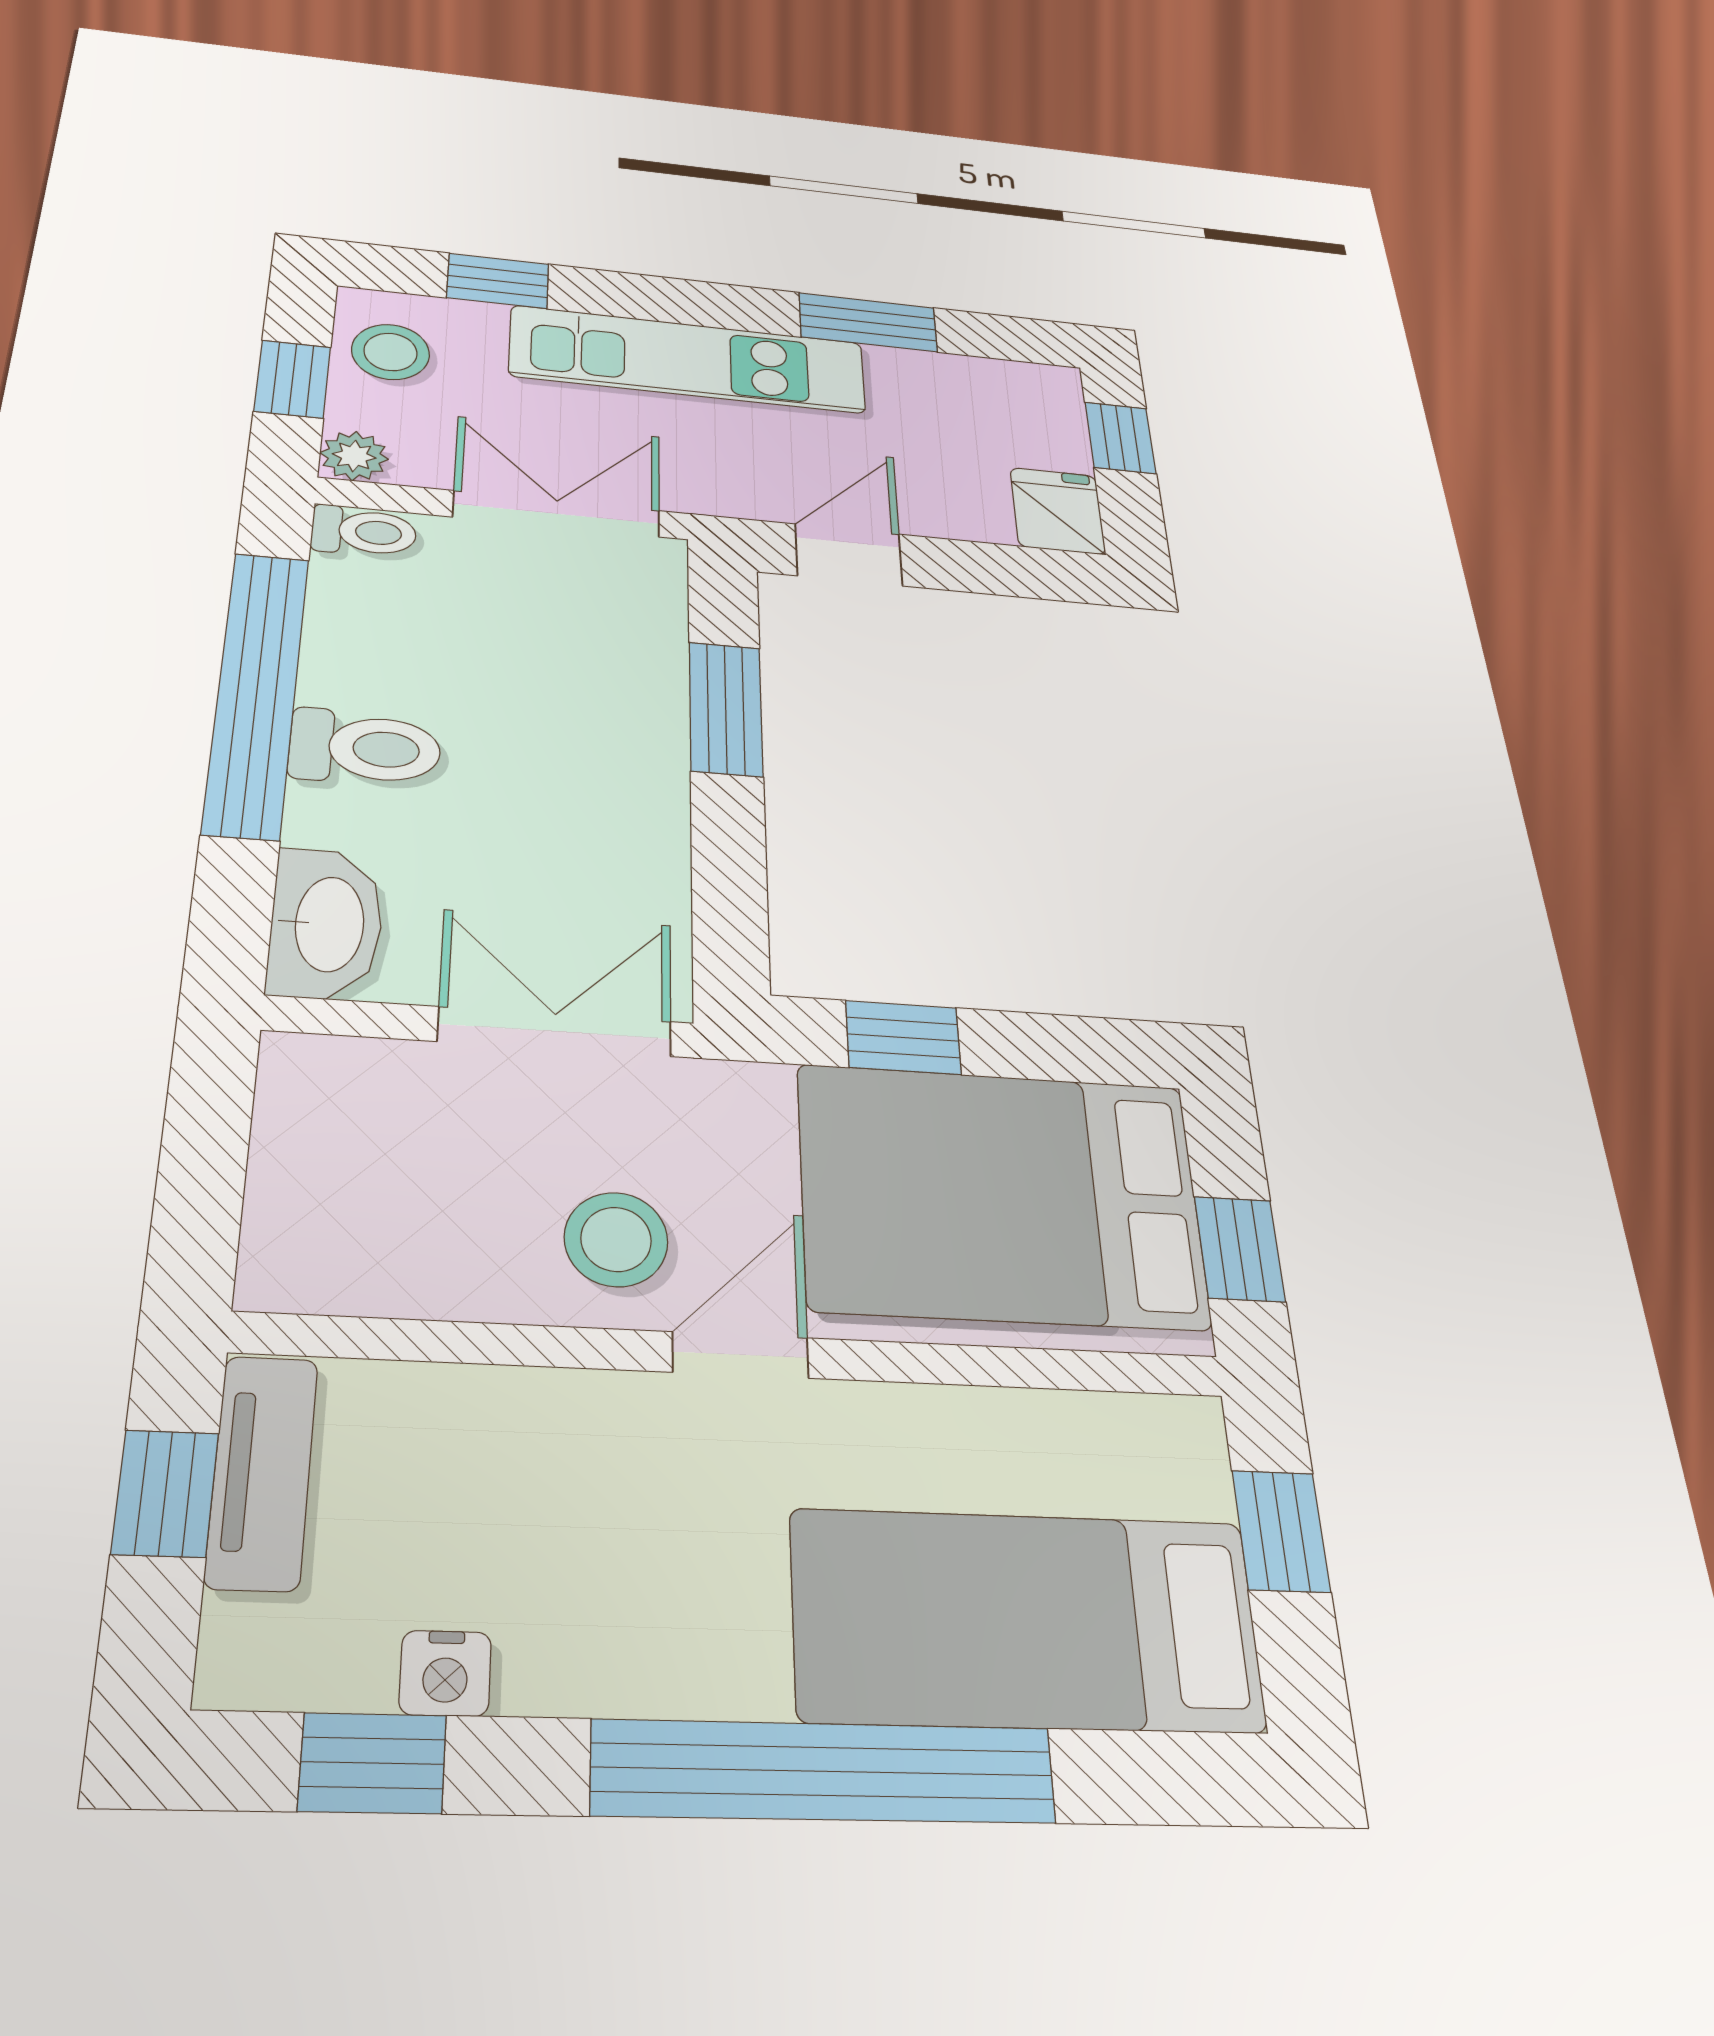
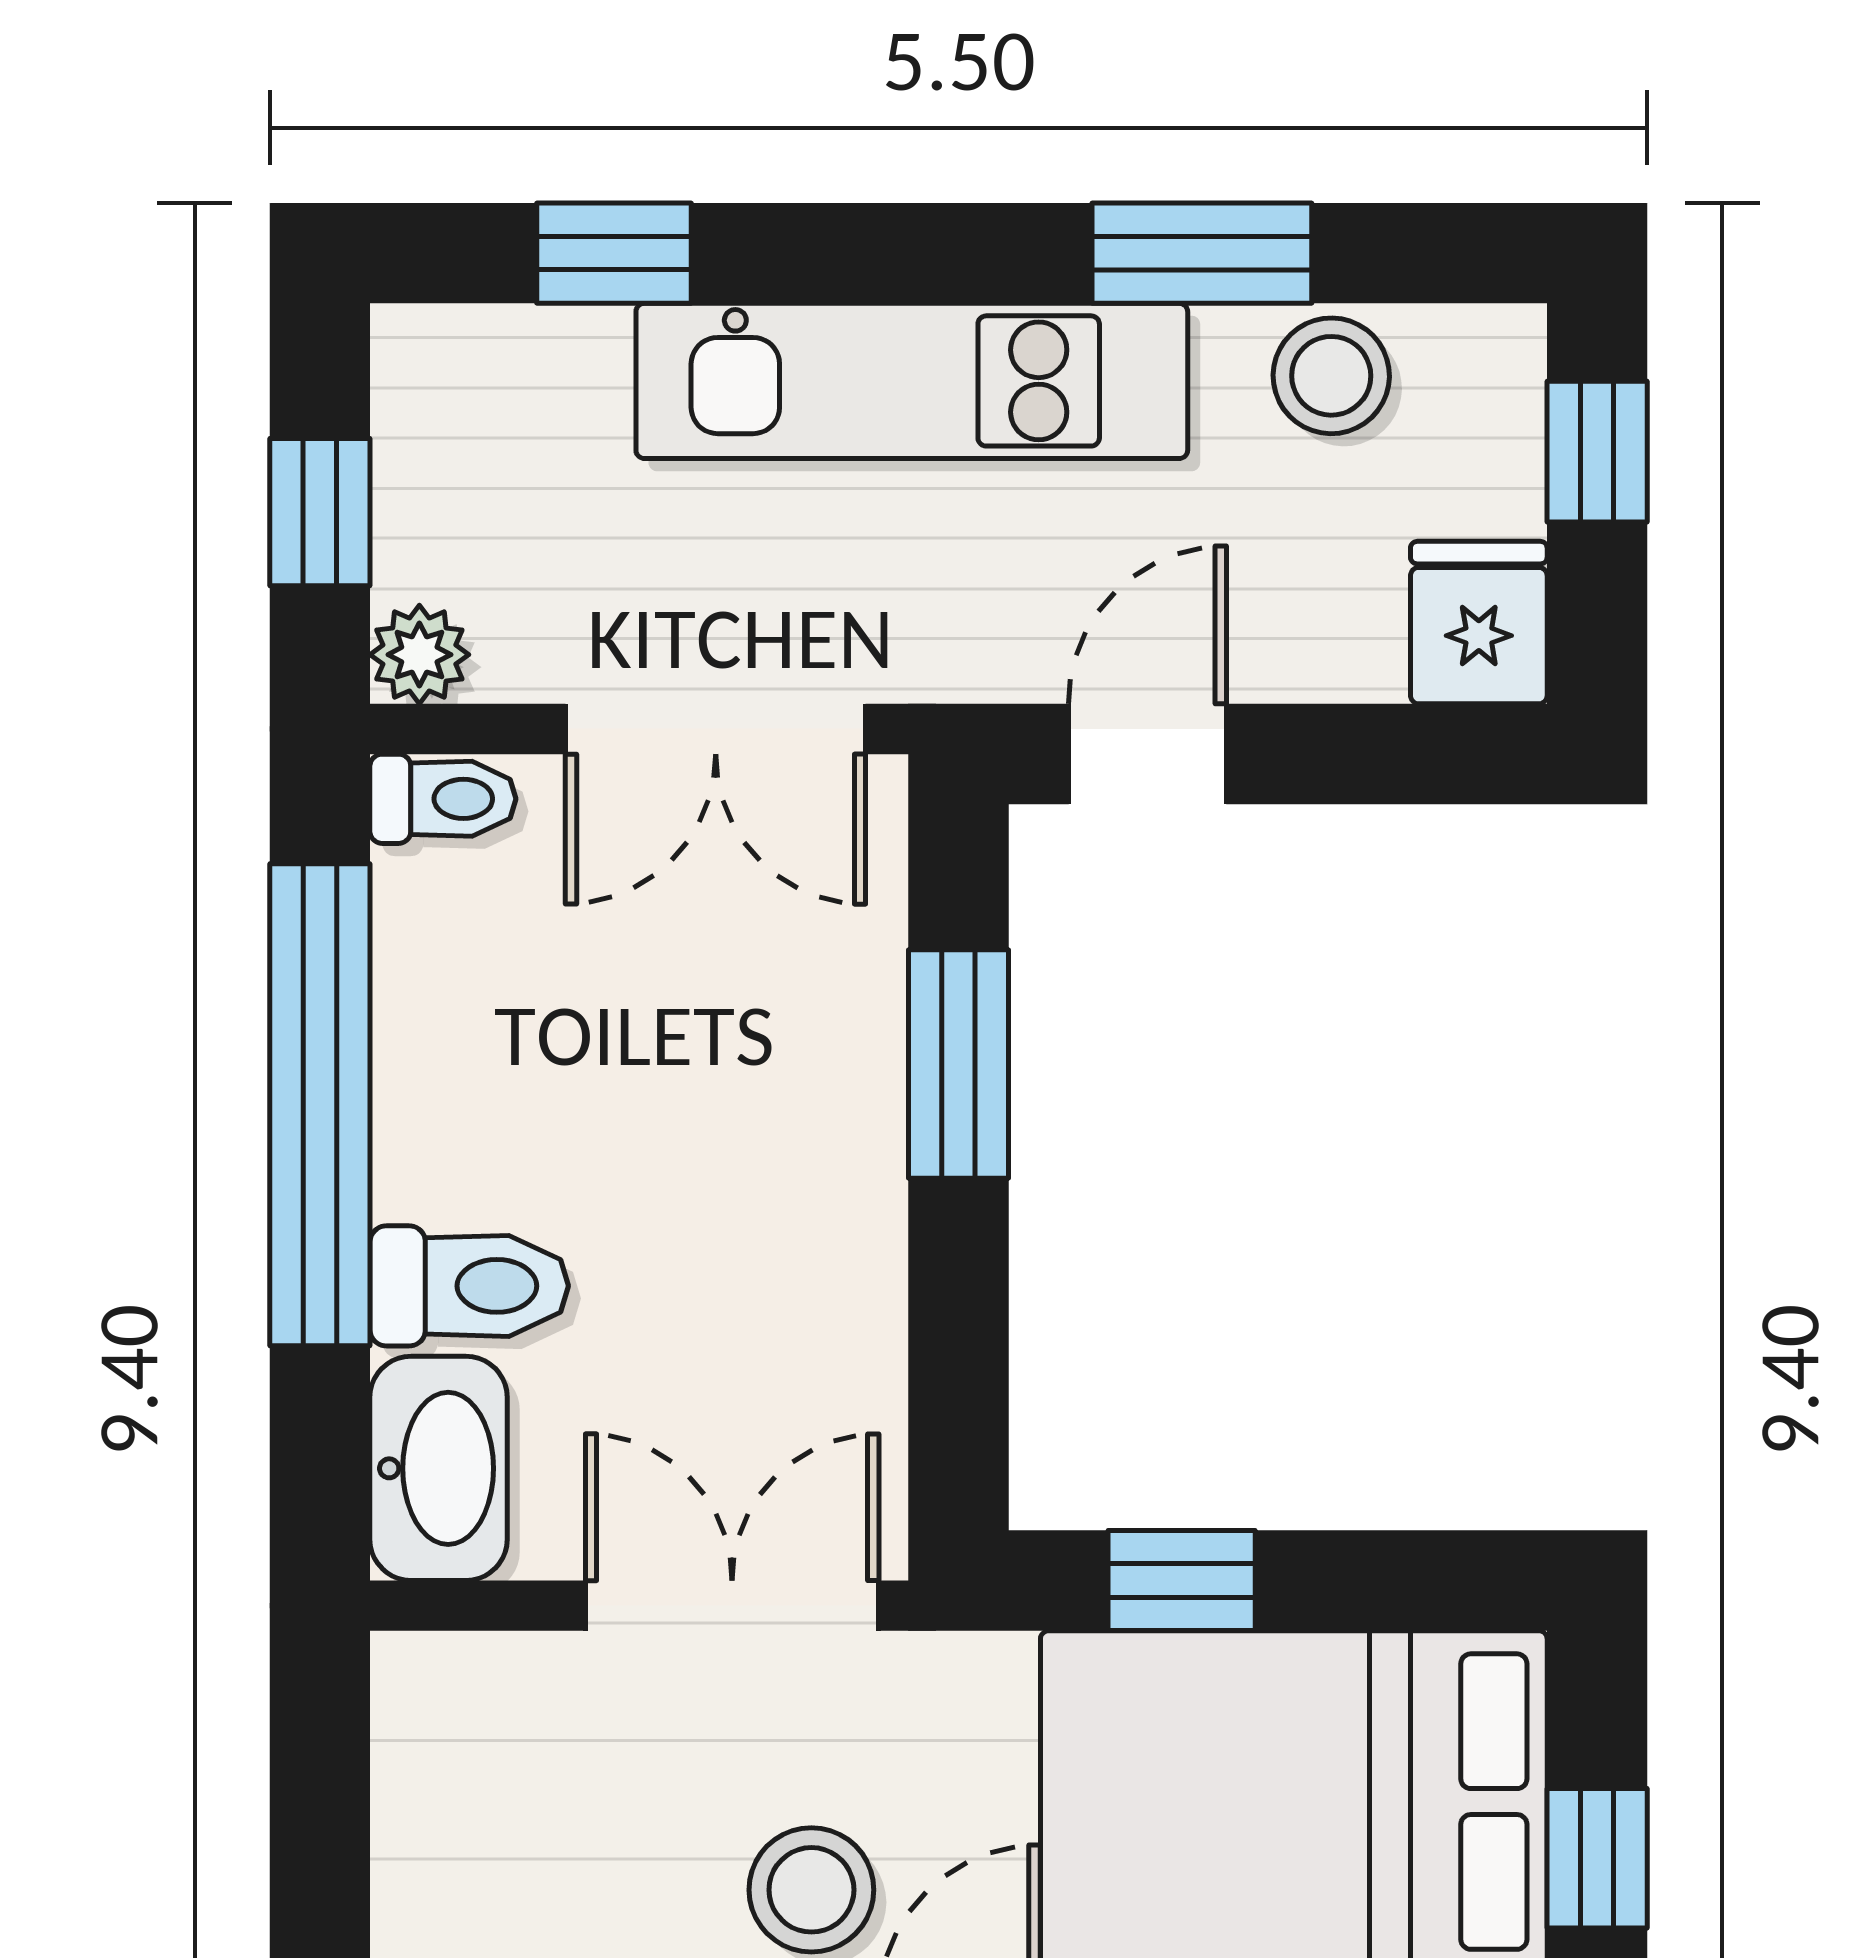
stool: (391, 352) -> (1331, 376), moved
double door: (557, 514) -> (716, 729), swing flipped
toilet: (365, 748) -> (469, 1286), moved

